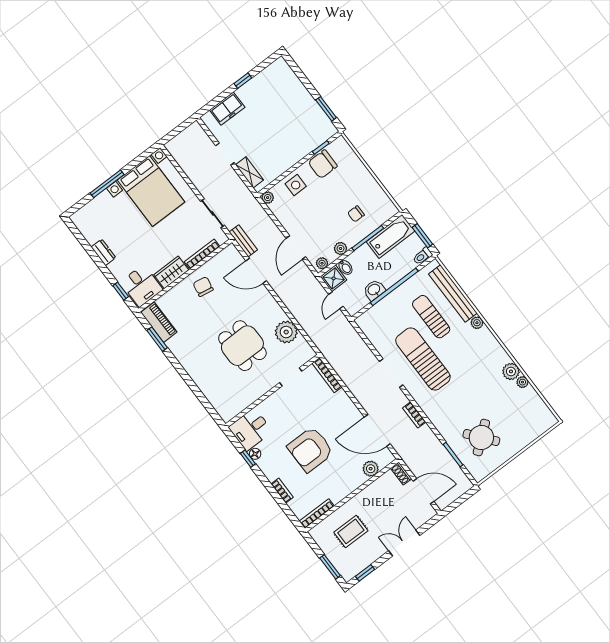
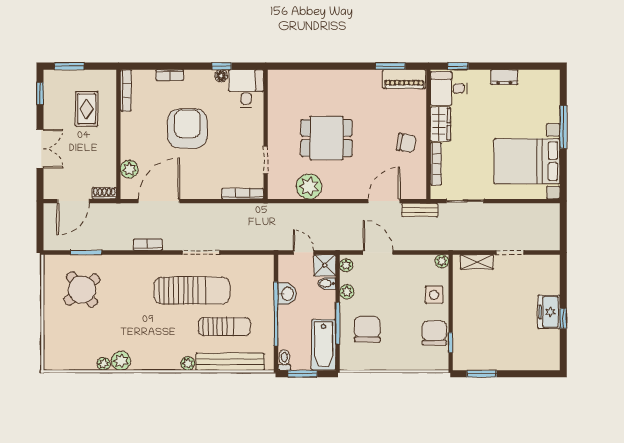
freezer: (227, 109) -> (549, 312), moved
chair: (356, 214) -> (367, 329), width x1.87, depth x1.87

